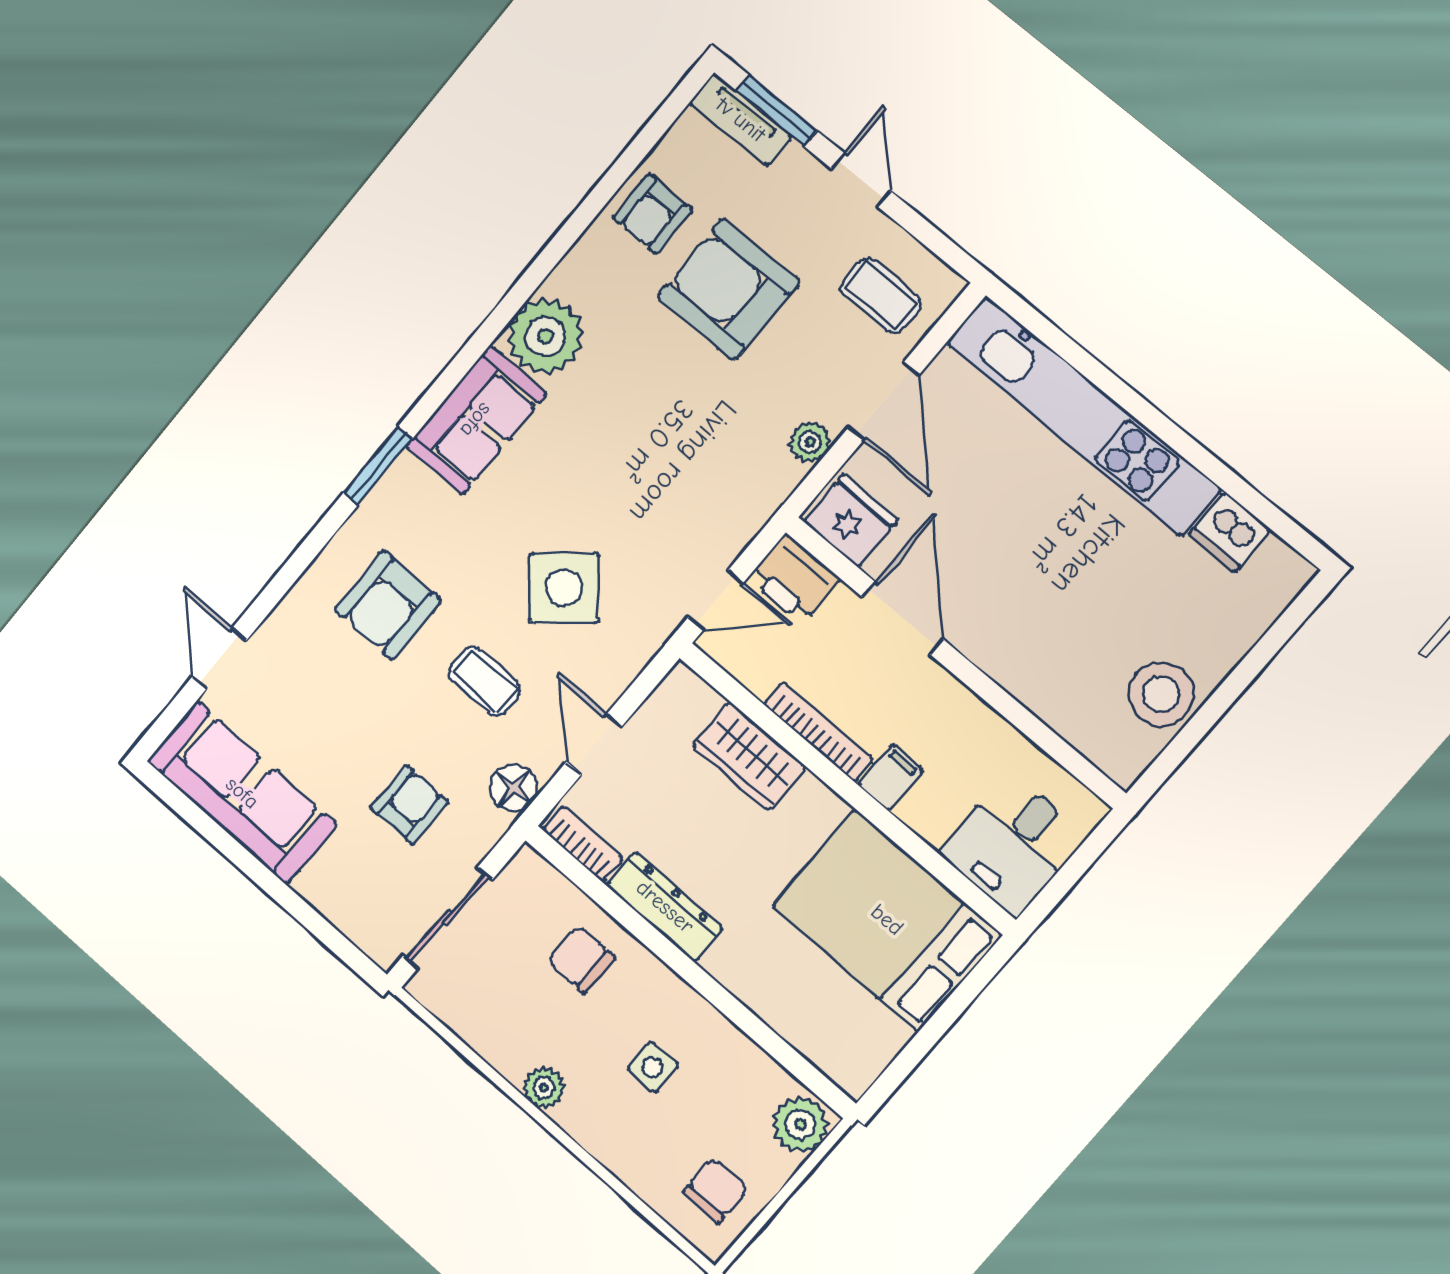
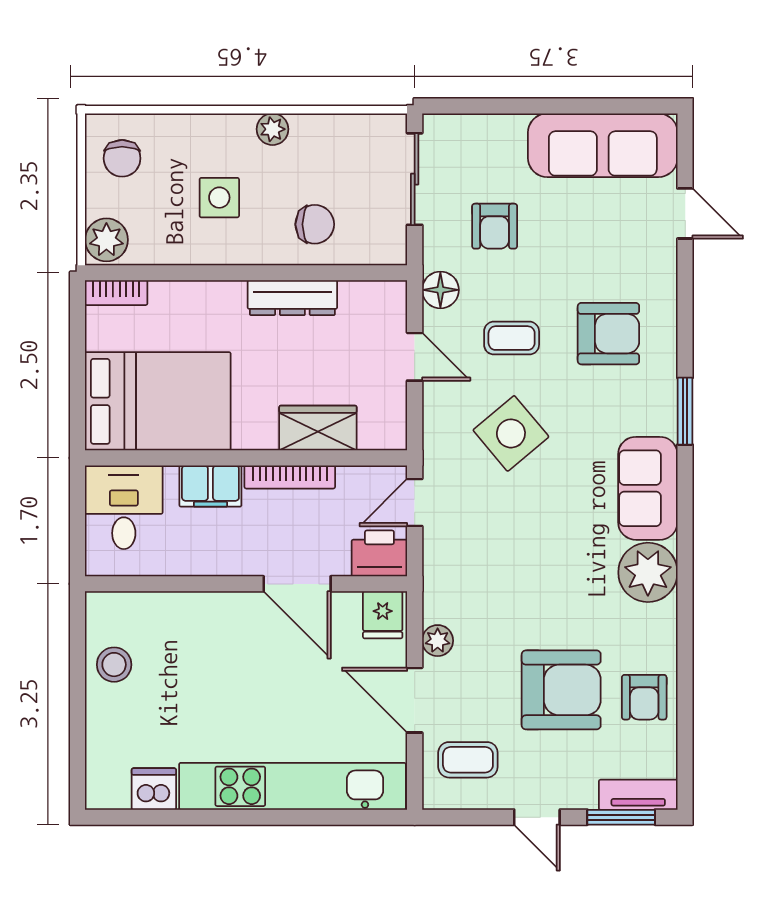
armchair: (653, 214) -> (644, 697), turned 180
fridge: (851, 521) -> (383, 615), width x0.72
armchair: (388, 605) -> (608, 334), turned 90
stool: (1161, 694) -> (114, 665), width x0.73, depth x0.73
filing cabinet: (891, 777) -> (210, 486), width x2.00
bookcase: (583, 844) -> (116, 293), moved
side table: (653, 1067) -> (219, 198), width x1.37, depth x1.37

